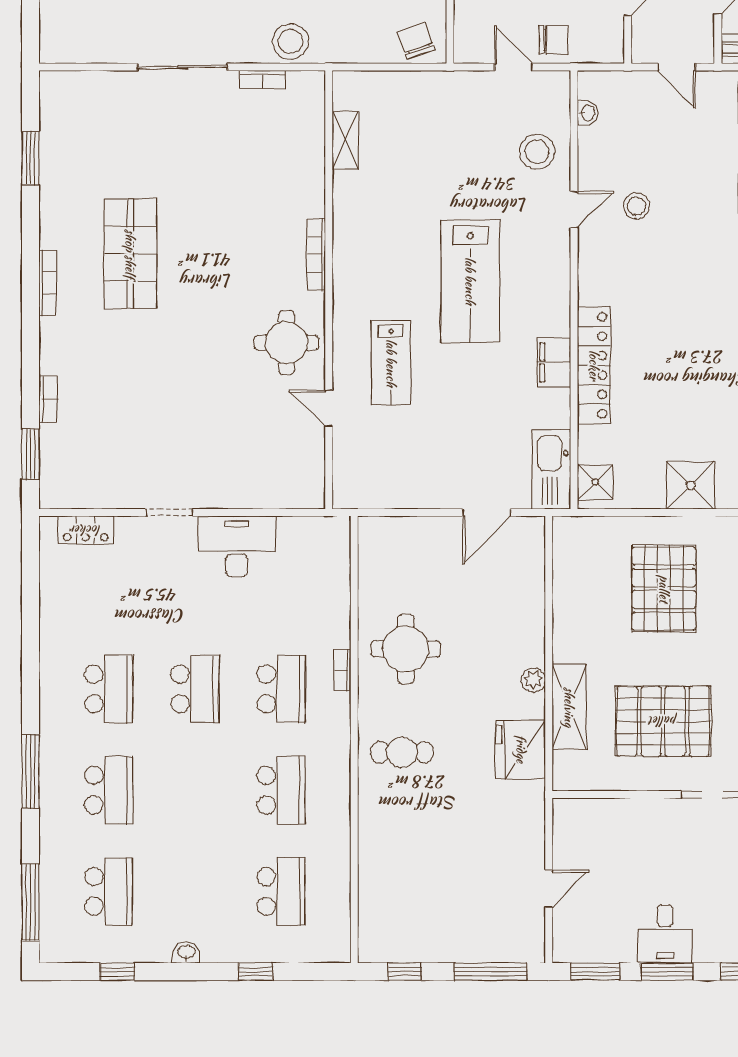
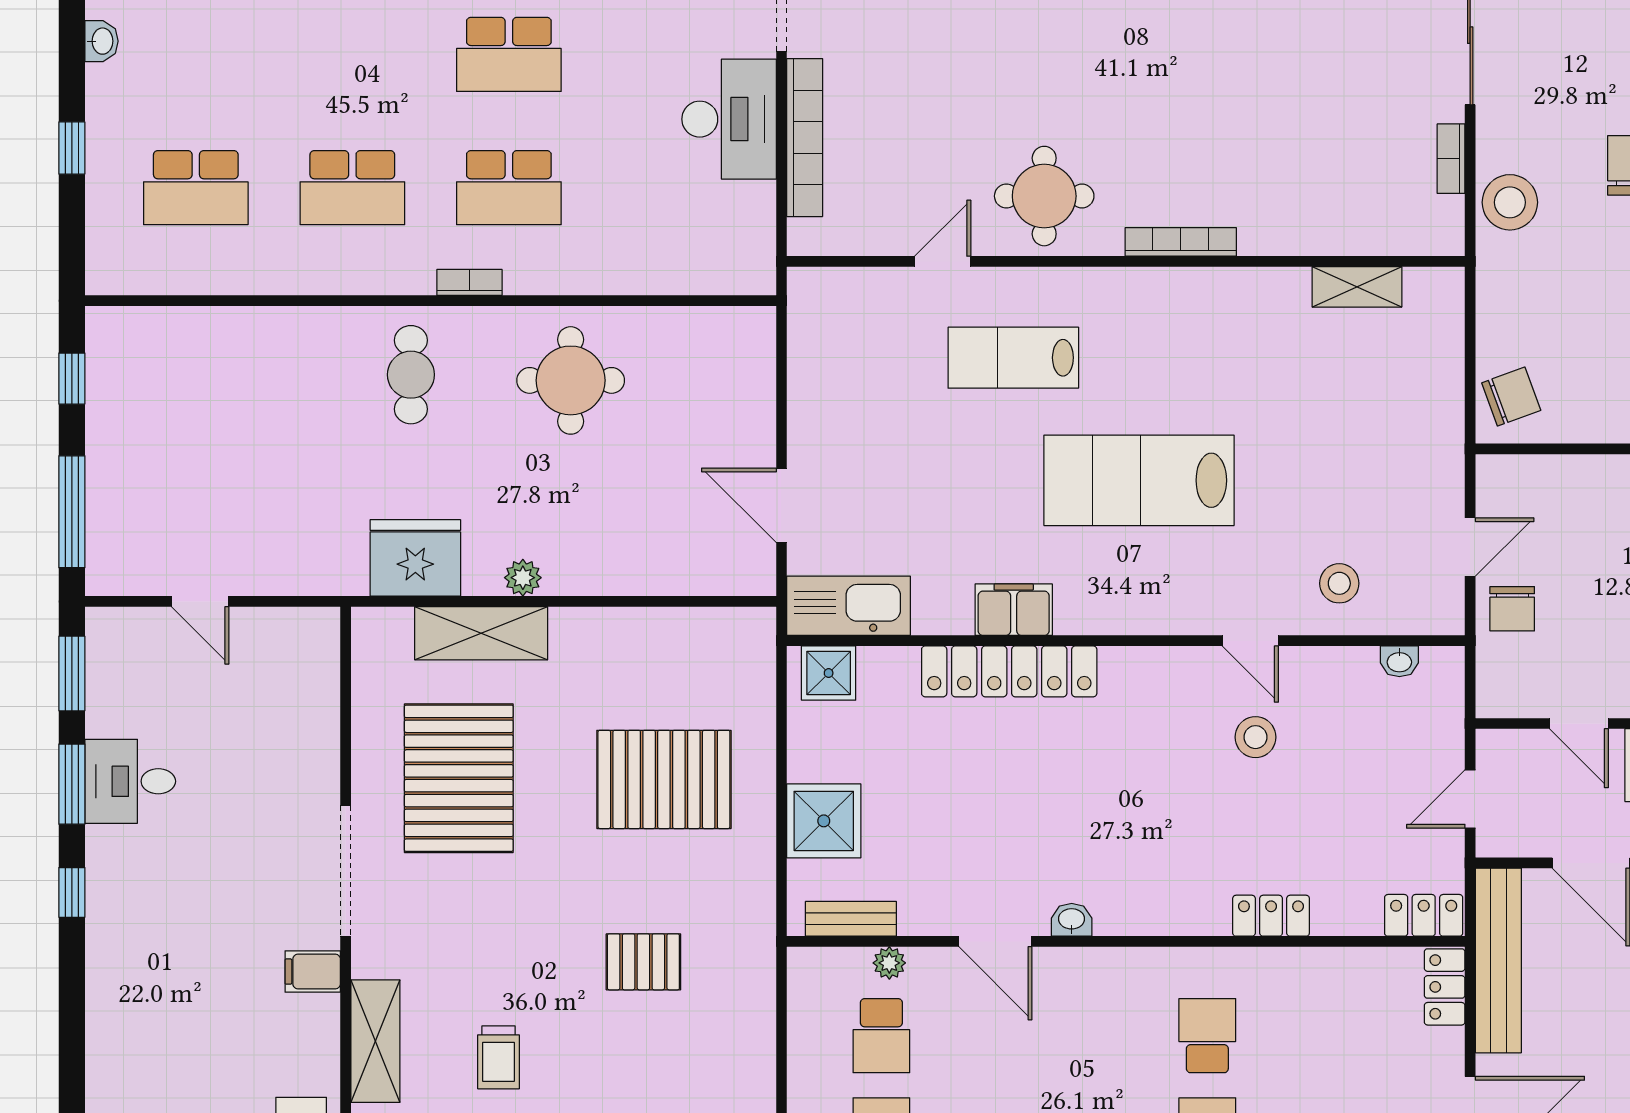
stool: (537, 152) -> (1339, 583), width x0.73, depth x0.73
bookcase: (249, 498) -> (805, 138), added
bookcase: (342, 670) -> (469, 282), moved

